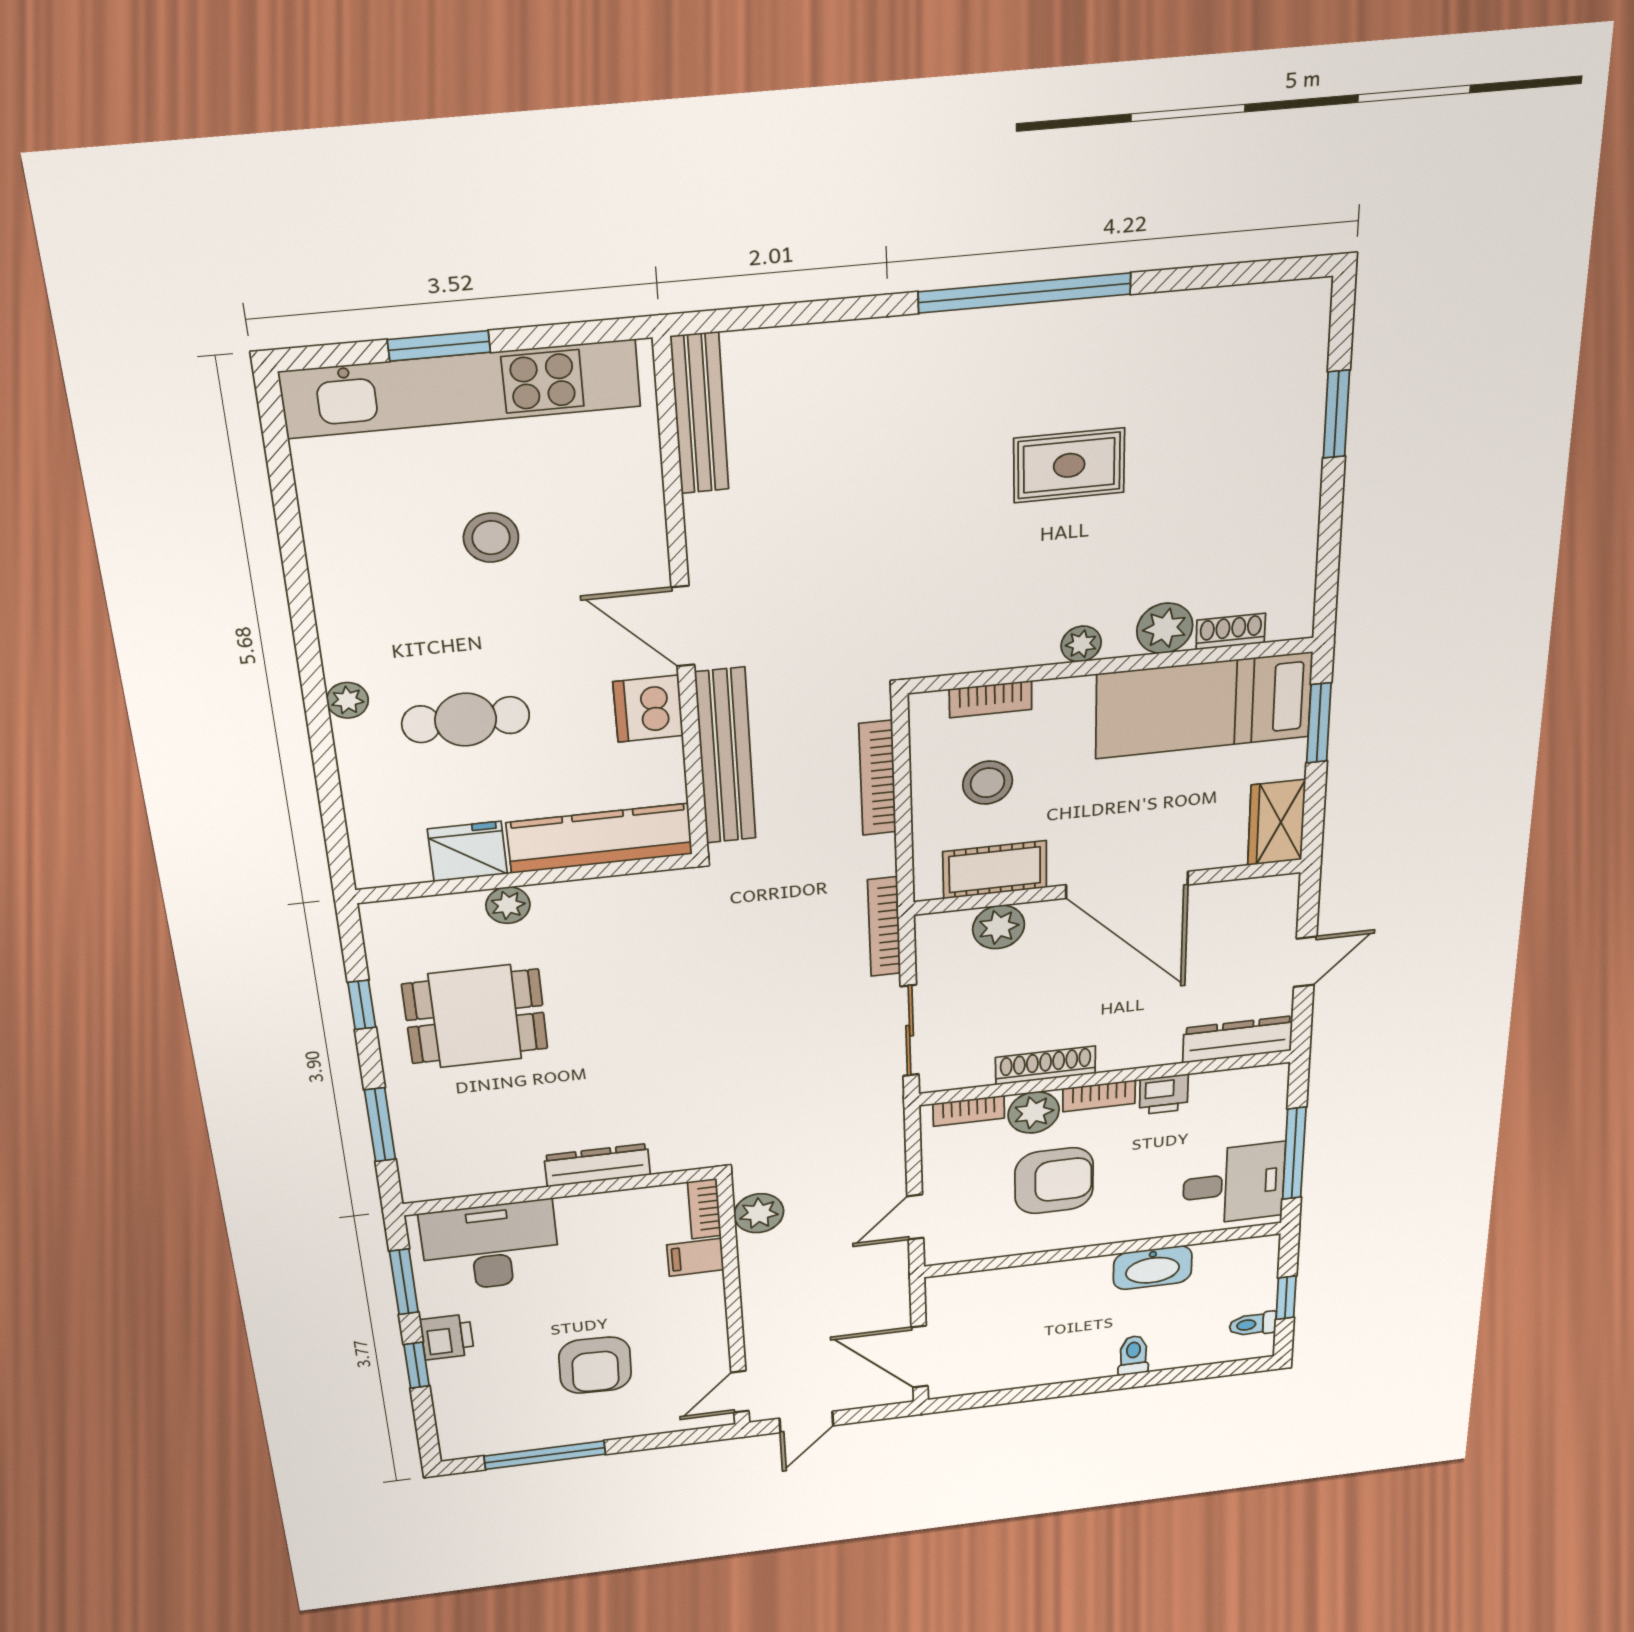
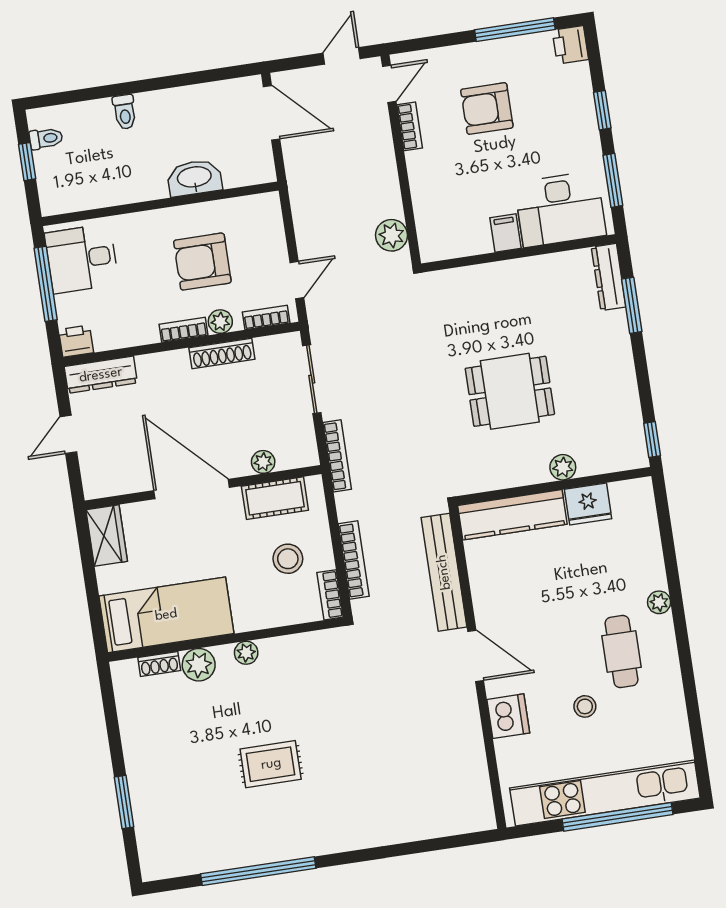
window: (1025, 293) -> (258, 871), moved
window: (439, 346) -> (618, 817), width x2.11
bench: (700, 413) -> (478, 785), removed
stool: (491, 538) -> (585, 706), width x0.73, depth x0.73
bookcase: (991, 699) -> (330, 595), moved, turned -90
dishwasher: (648, 709) -> (508, 716), moved
cafe table: (466, 720) -> (622, 651), moved, turned 90
window: (1319, 723) -> (94, 605), removed
plant: (999, 927) -> (263, 462), width x0.73, depth x0.73
window: (362, 1005) -> (652, 440), moved
dining table: (475, 1016) -> (510, 391), moved
printer: (1164, 1094) -> (76, 341), moved
plant: (1034, 1112) -> (220, 322), width x0.73, depth x0.73
dresser: (597, 1165) -> (609, 277), moved, turned 90
bookcase: (704, 1209) -> (410, 126), moved
door: (915, 1217) -> (297, 280), moved
filing cabinet: (695, 1257) -> (505, 233), moved, turned -90
washbasin: (1153, 1268) -> (194, 178), moved
printer: (447, 1337) -> (570, 45), moved
armchair: (595, 1365) -> (487, 109), turned -92

